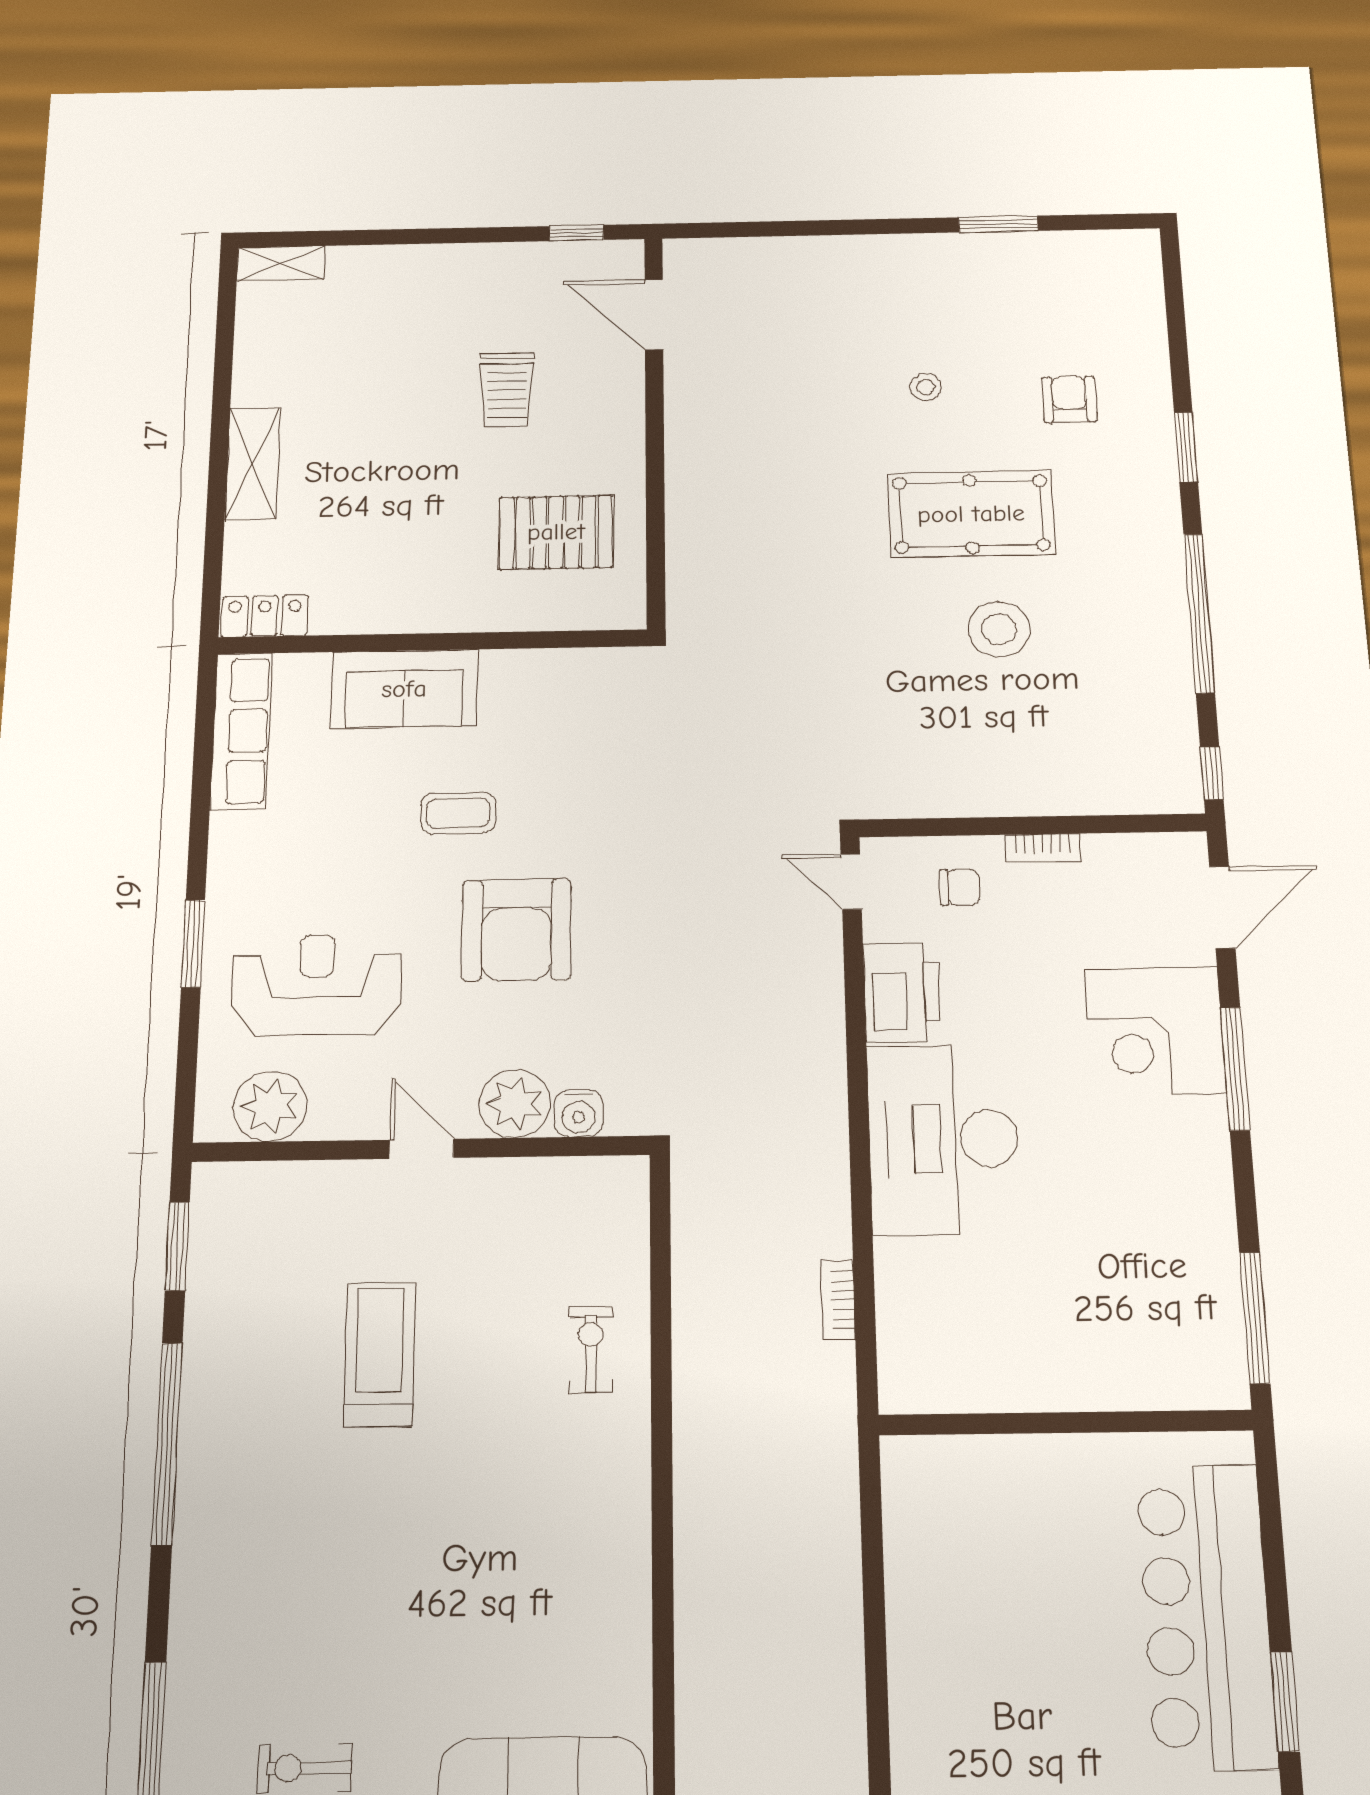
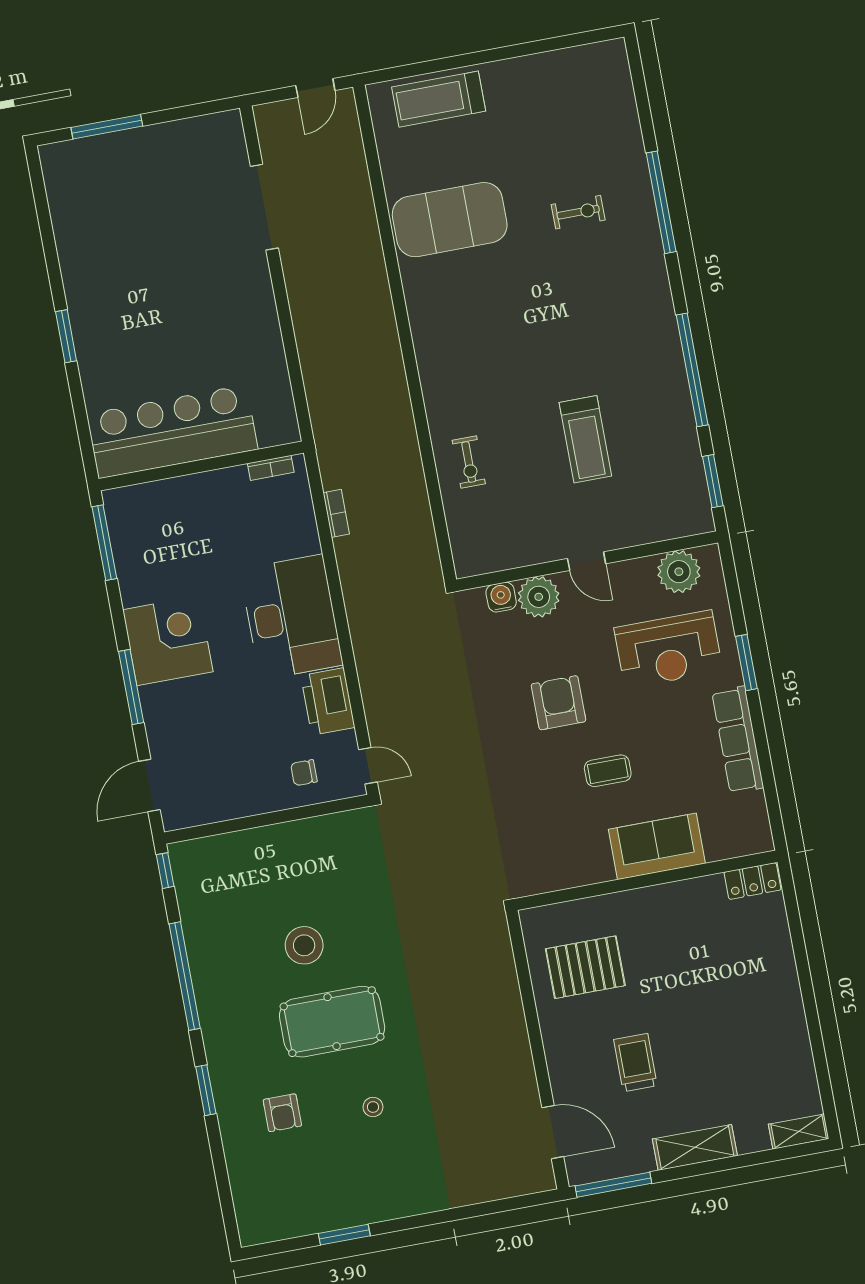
window: (576, 233) -> (613, 1185), width x2.17
shelving: (253, 464) -> (695, 1147), moved, turned 90
row of seats: (241, 731) -> (738, 740), moved
bookcase: (1043, 848) -> (271, 468), moved, turned 180
armchair: (517, 930) -> (559, 703), width x0.73, depth x0.73
corner desk: (1155, 1031) -> (168, 641), moved
bar counter: (1206, 1616) -> (172, 432), moved, turned -90

